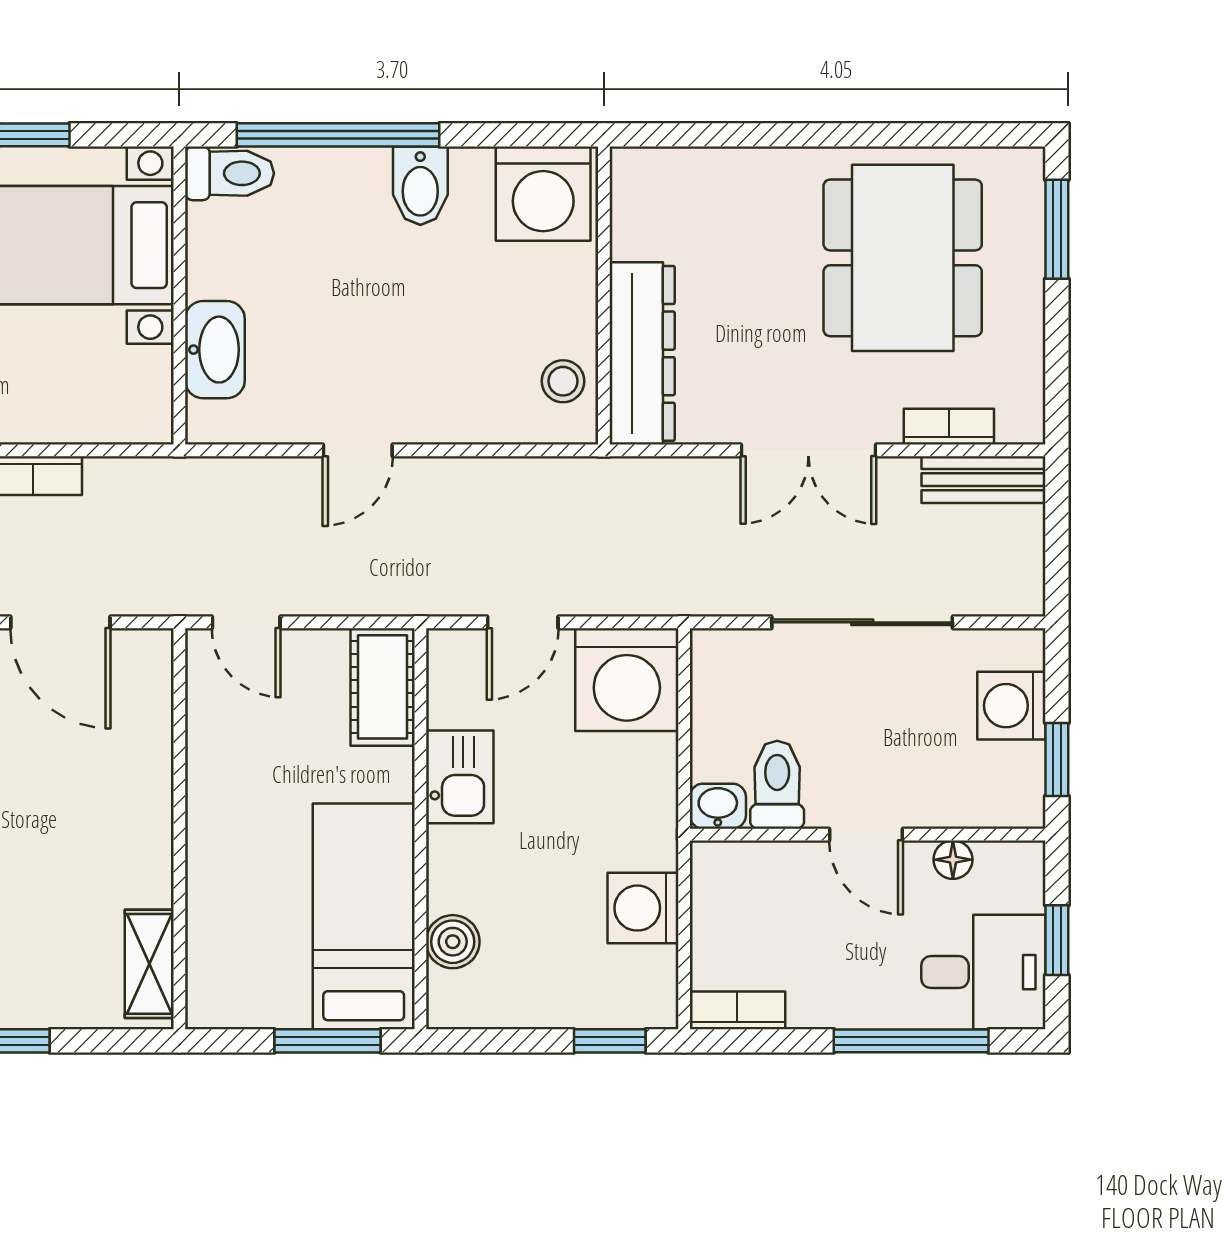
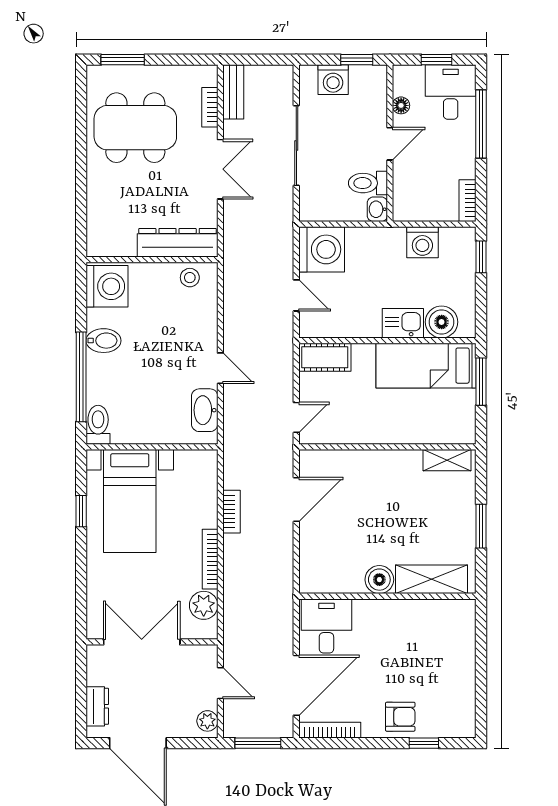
washbasin: (215, 350) -> (205, 410), moved, turned -90
kitchen sink: (460, 777) -> (403, 323), moved
boiler: (453, 942) -> (442, 322), width x1.36, depth x1.36

